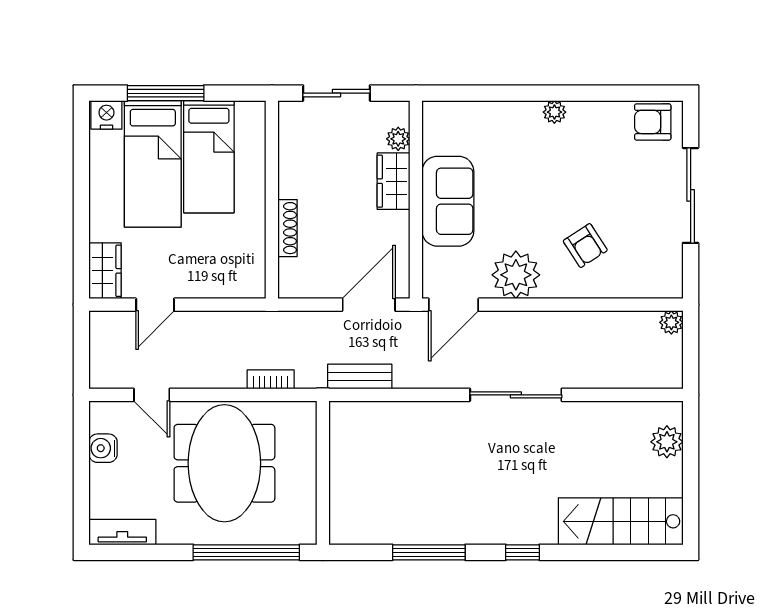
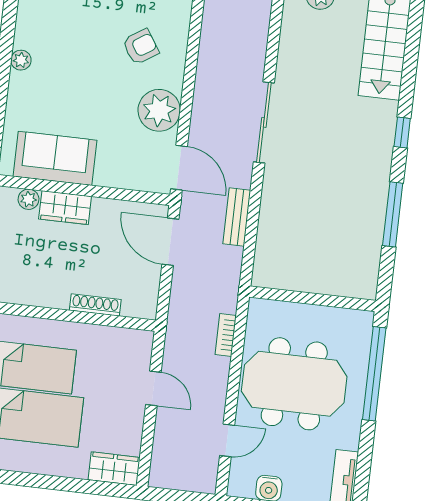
sofa: (448, 201) -> (55, 158), moved
door: (155, 305) -> (153, 388), moved
bench: (360, 376) -> (237, 217), moved

